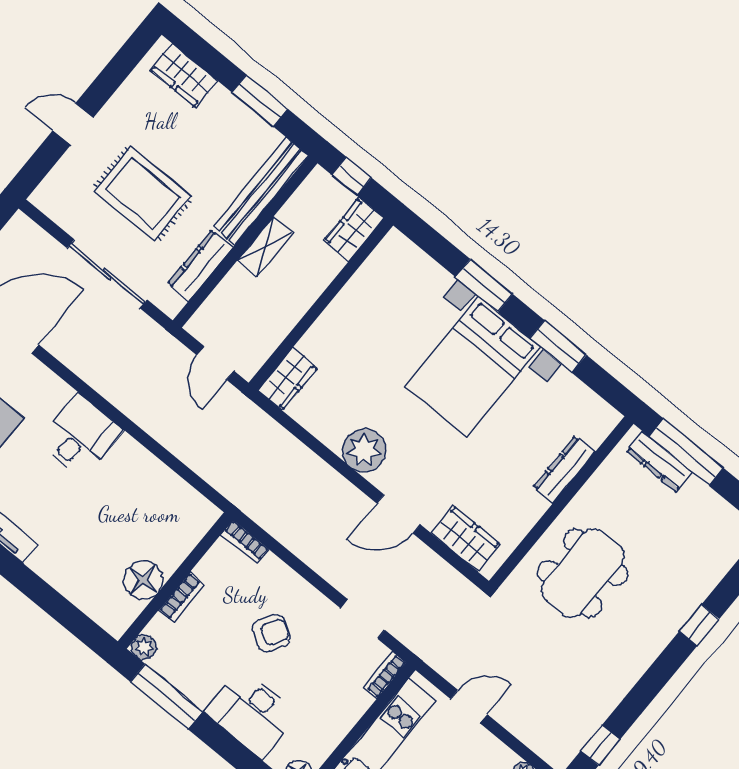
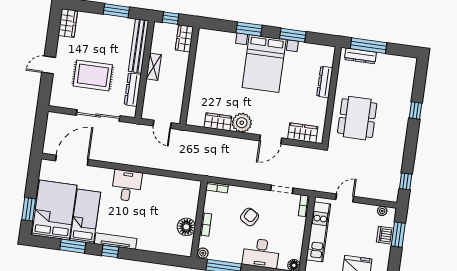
wardrobe: (184, 75) -> (68, 23), moved, turned -90
wardrobe: (288, 379) -> (218, 122), moved, turned -90

